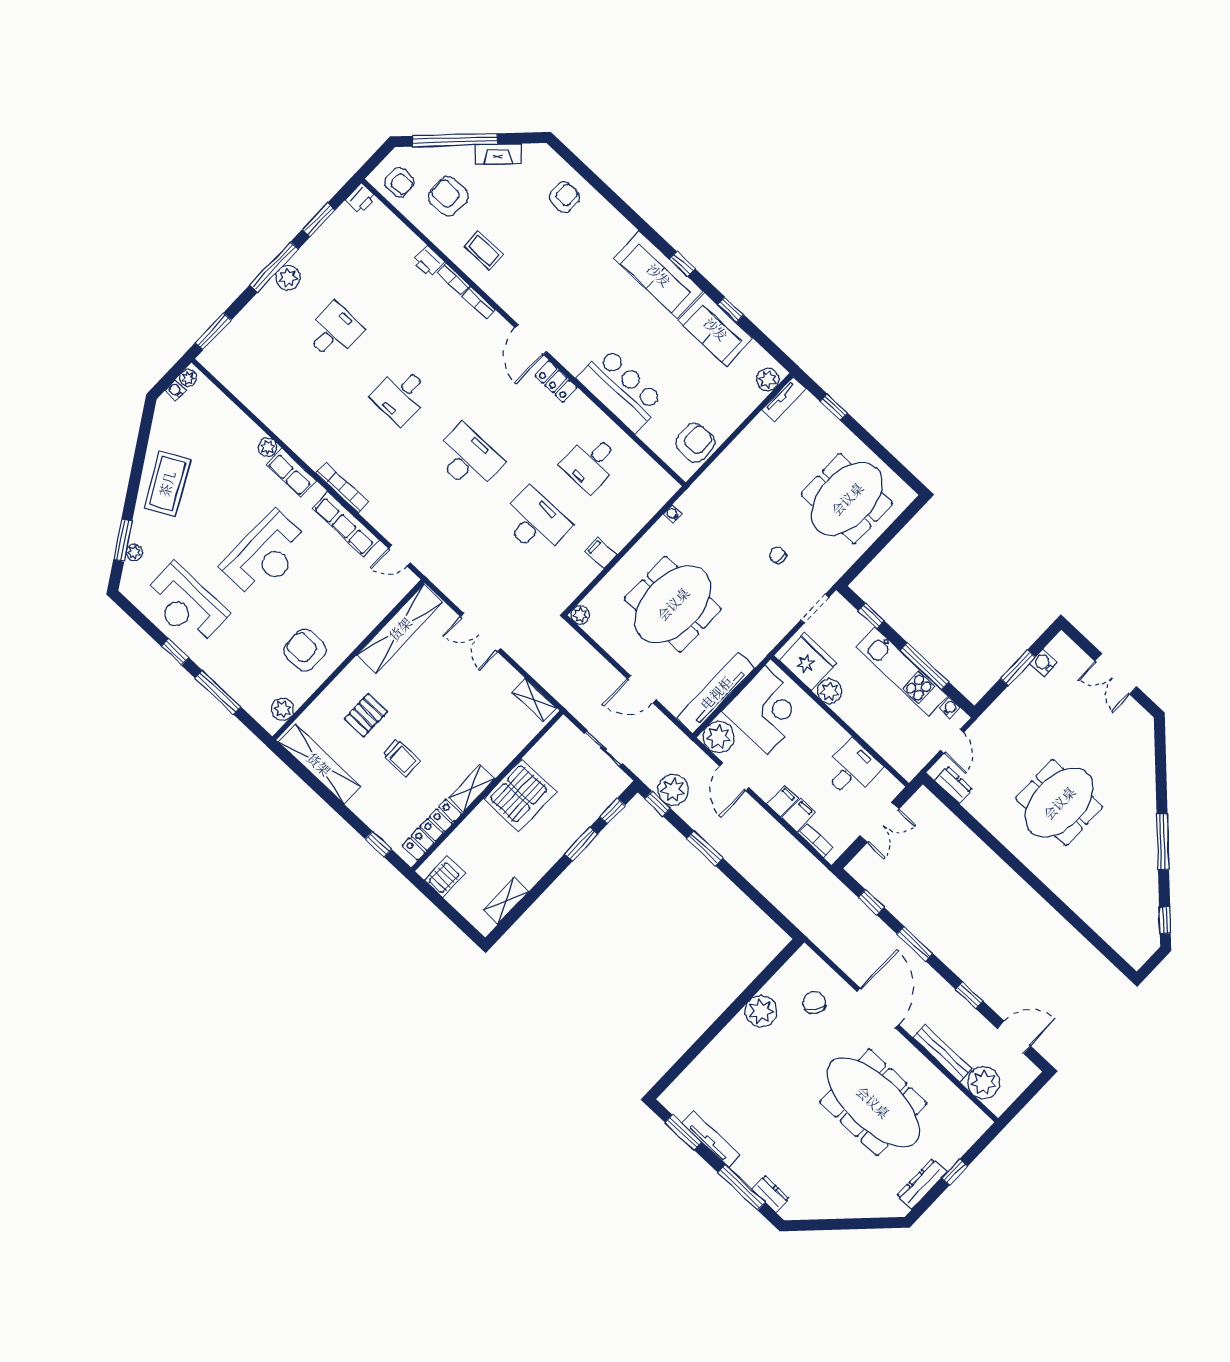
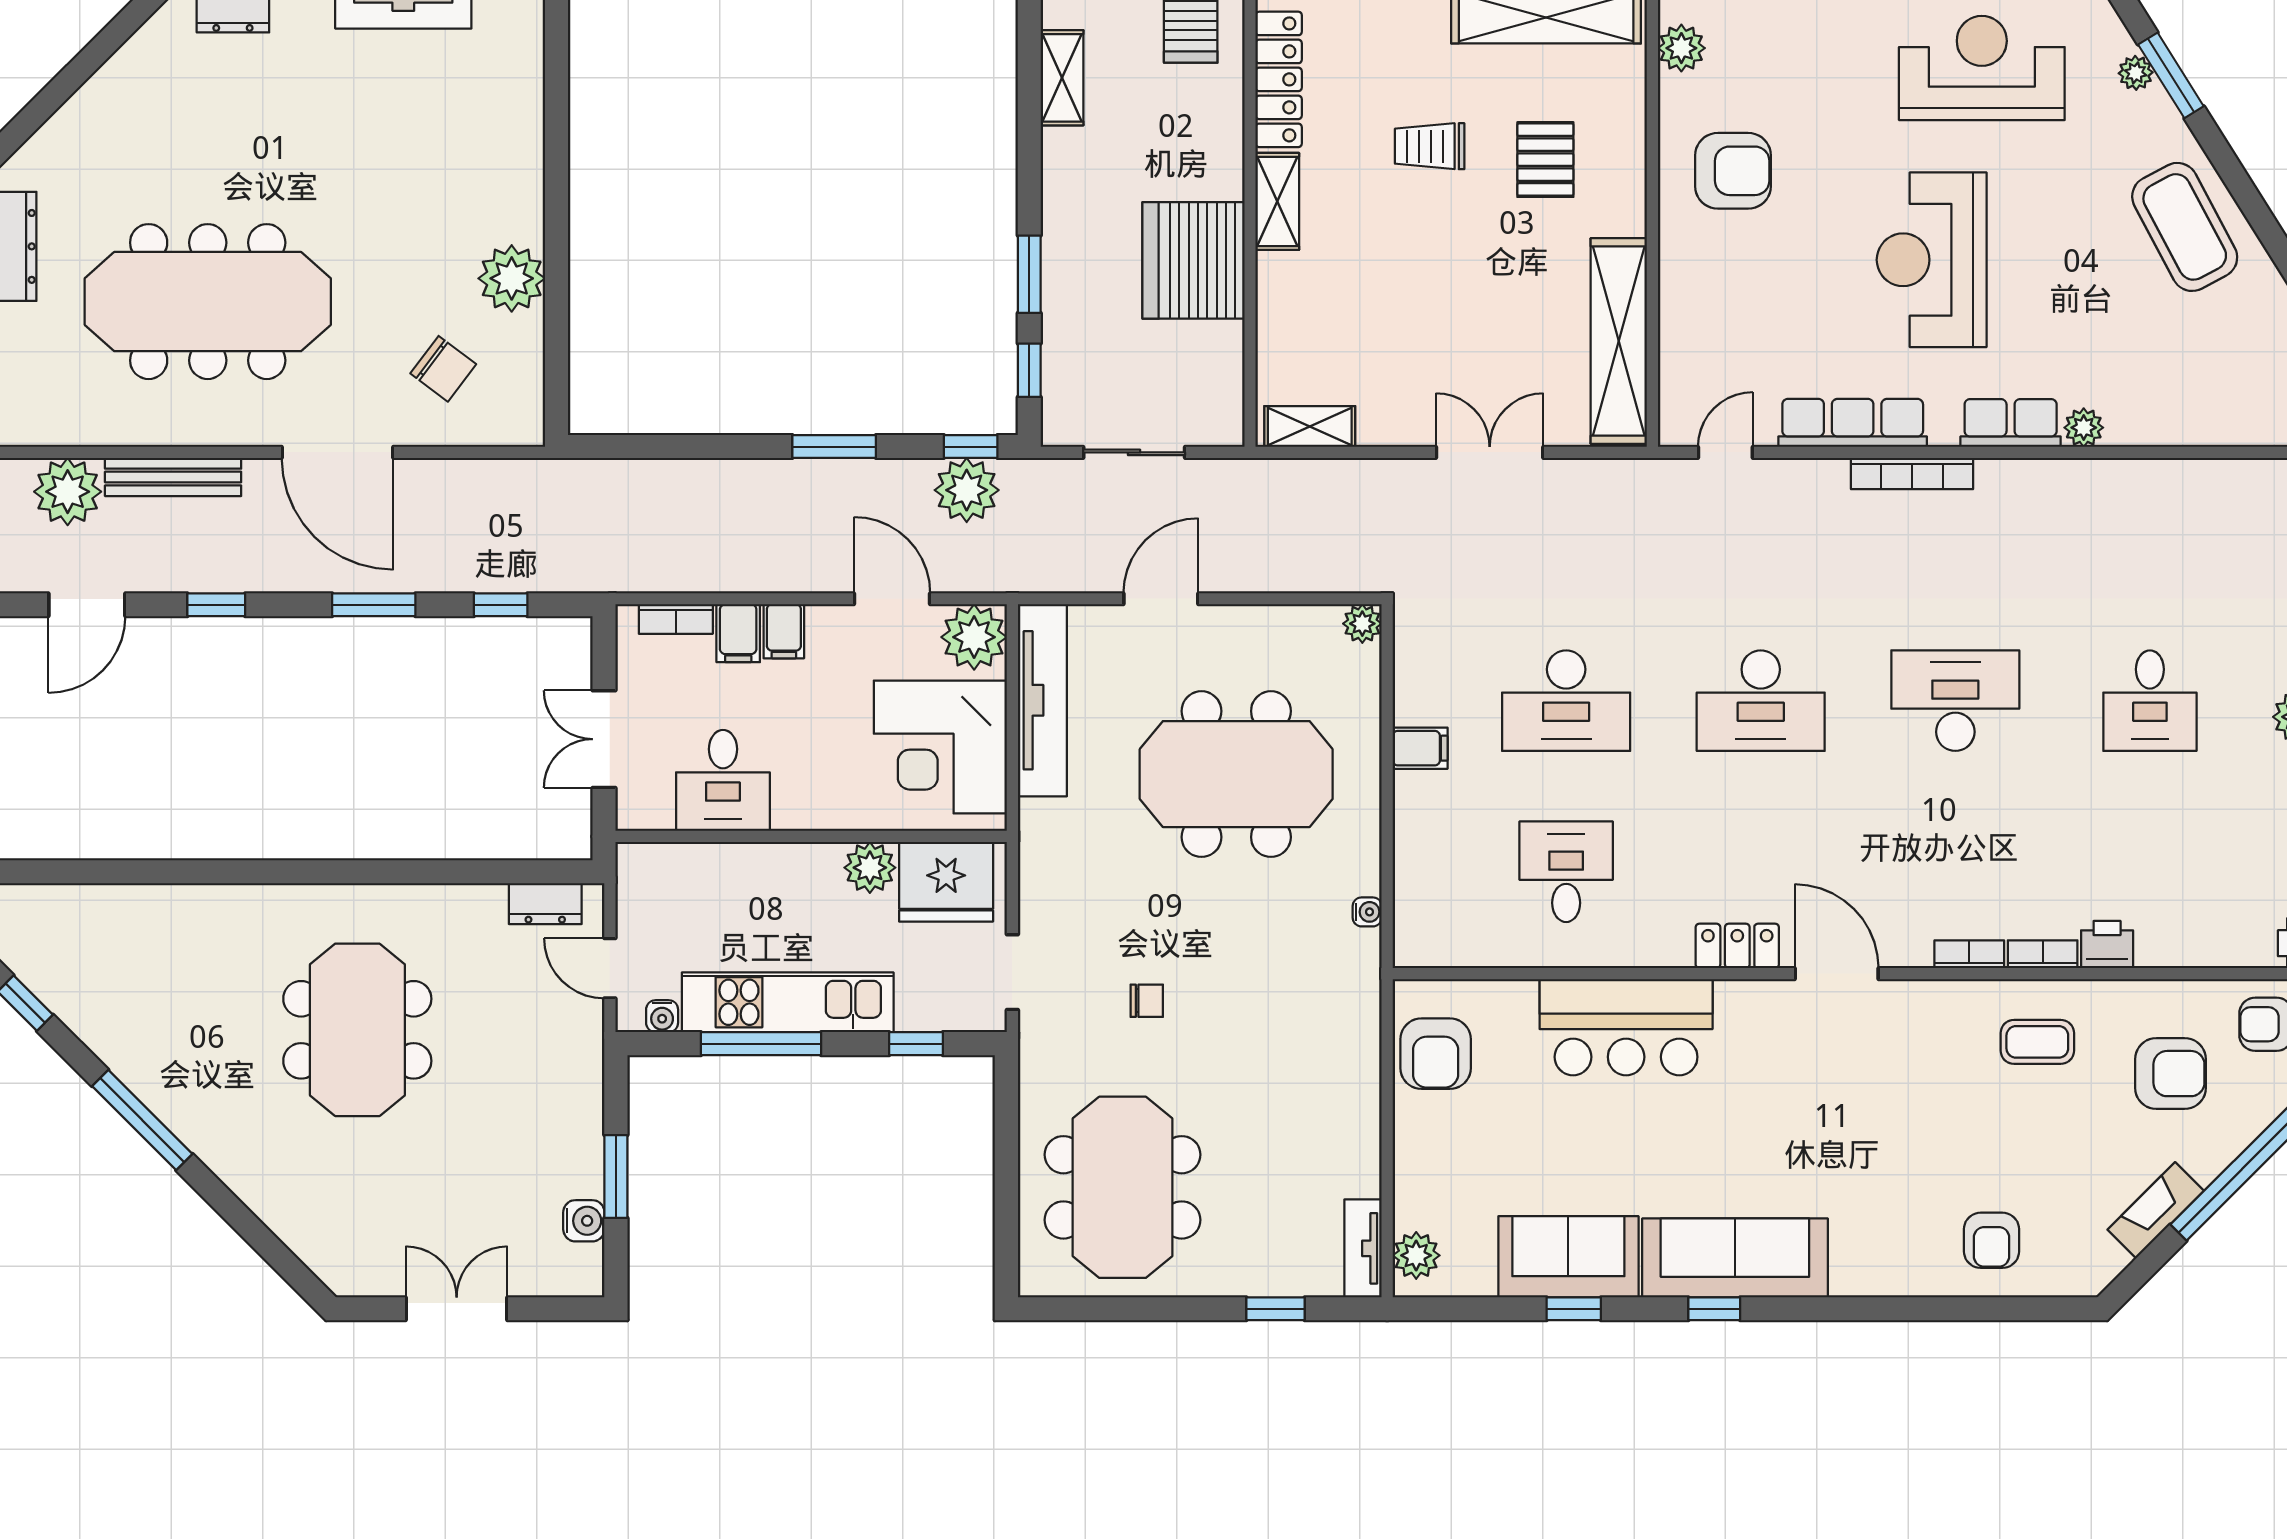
desk: (401, 395) -> (1955, 701), width x1.37
meeting table: (673, 604) -> (1236, 774), turned 90

